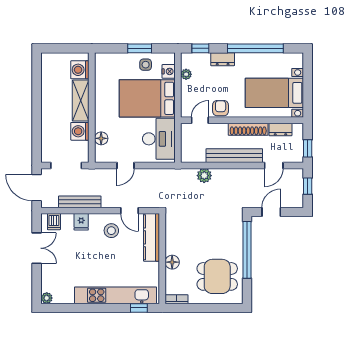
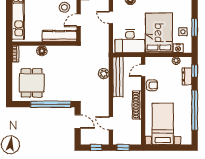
dresser: (223, 59) -> (187, 76), moved
door: (200, 120) -> (143, 70), swing flipped
dresser: (280, 129) -> (137, 128), removed
bench: (234, 156) -> (118, 77), moved
window: (139, 308) -> (9, 27), removed

